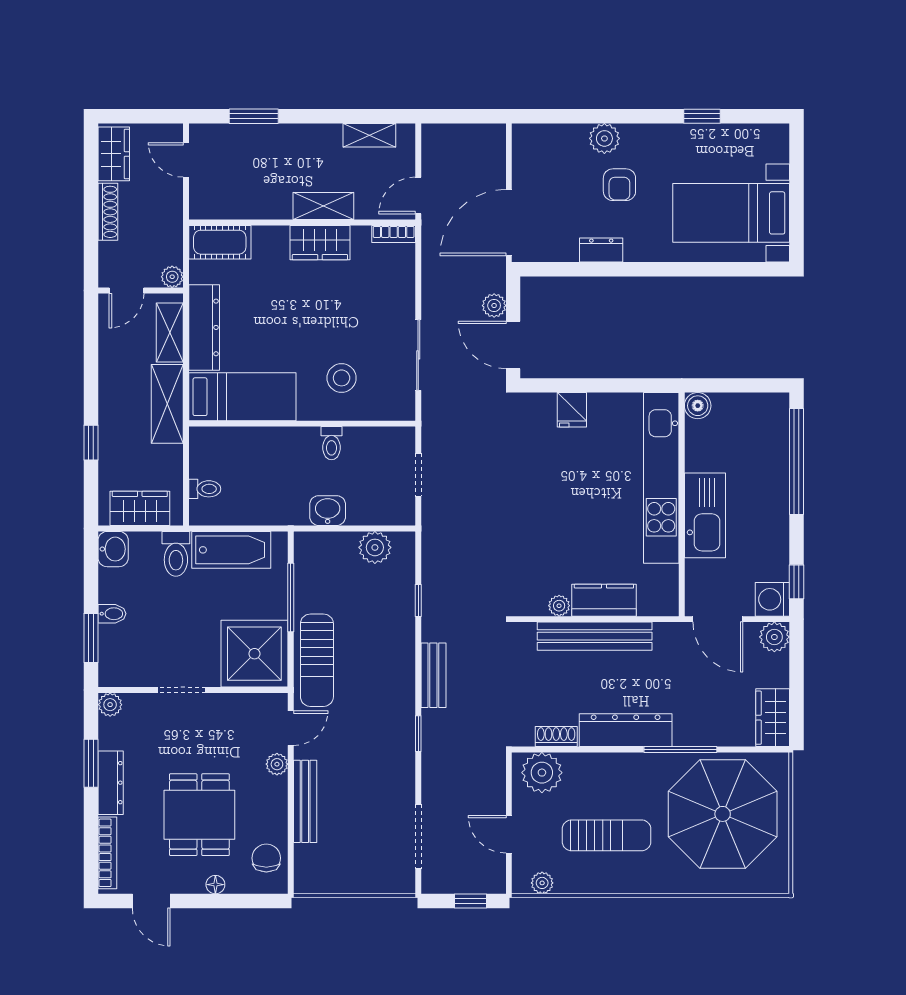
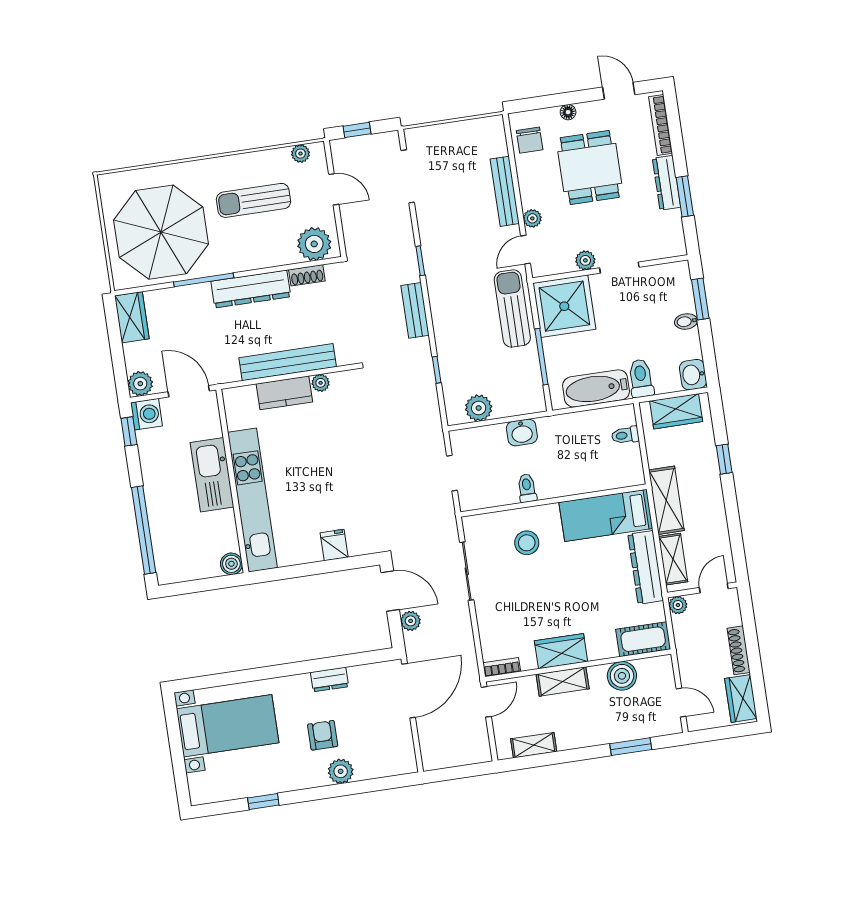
boiler: (252, 202) -> (622, 676), added
plant: (110, 705) -> (585, 260), moved

